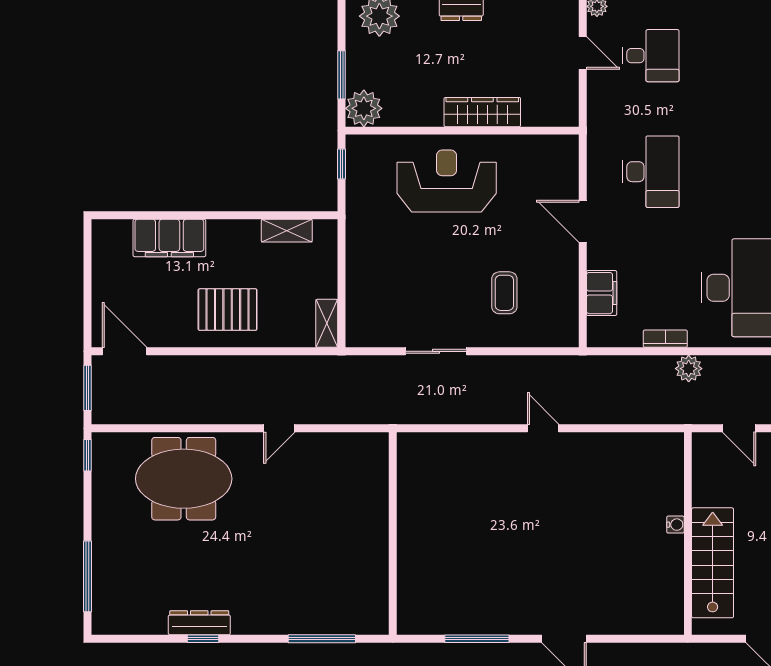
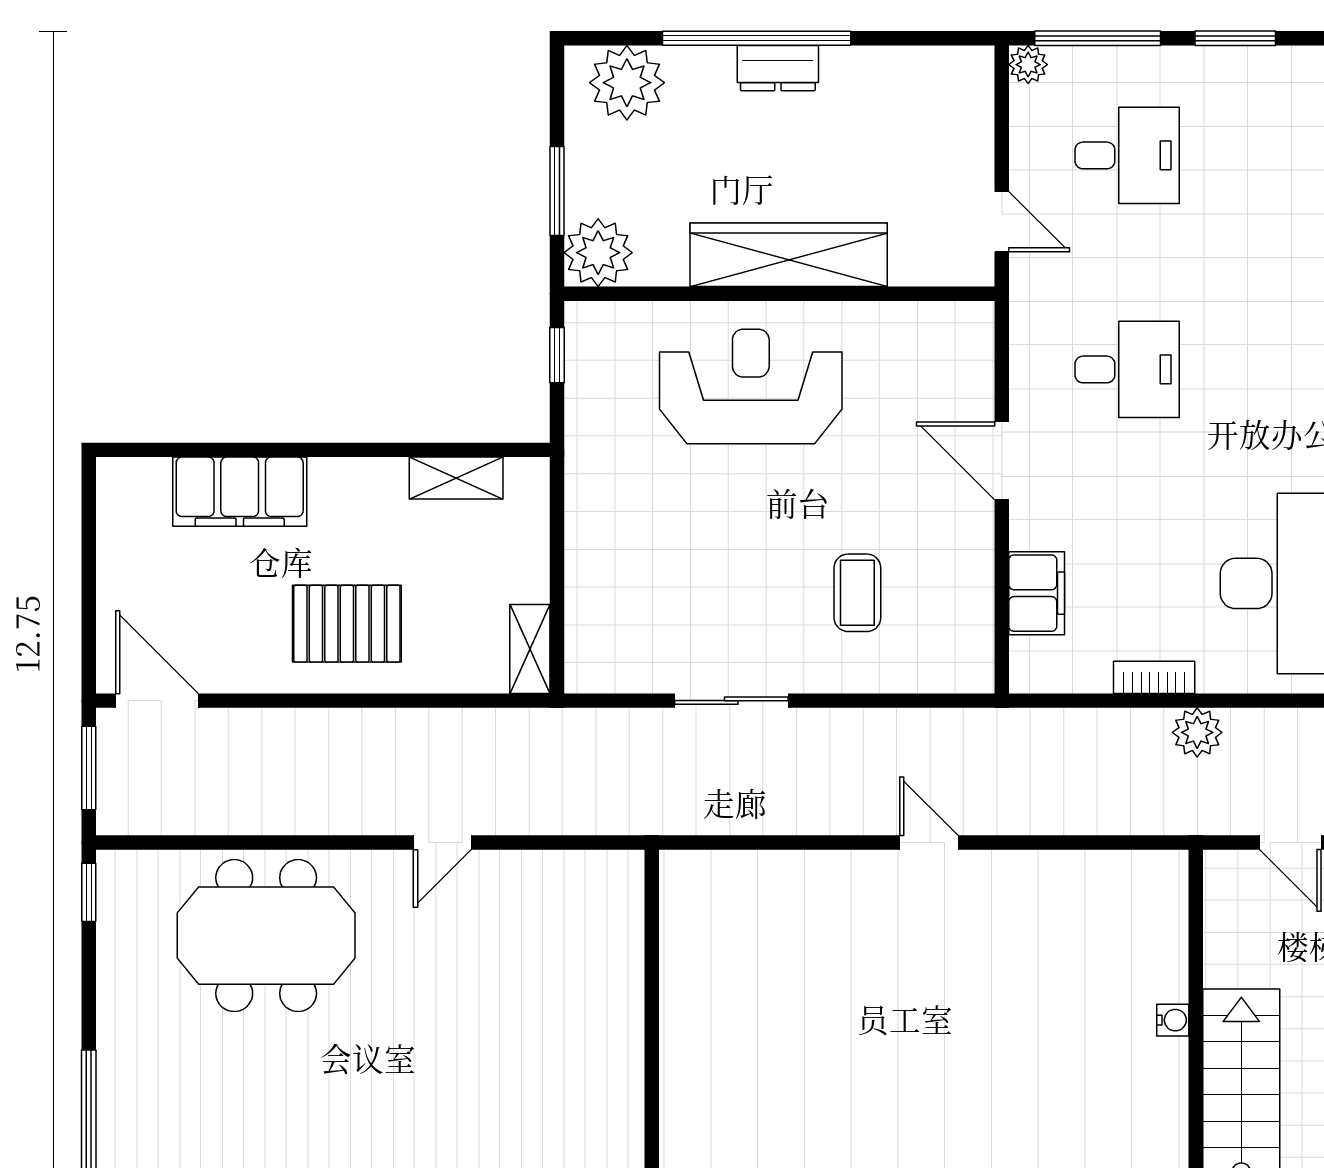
door: (583, 53) -> (1002, 222), moved
wardrobe: (482, 112) -> (789, 255), width x1.40, depth x1.17
desk: (651, 172) -> (1127, 369), width x0.73

